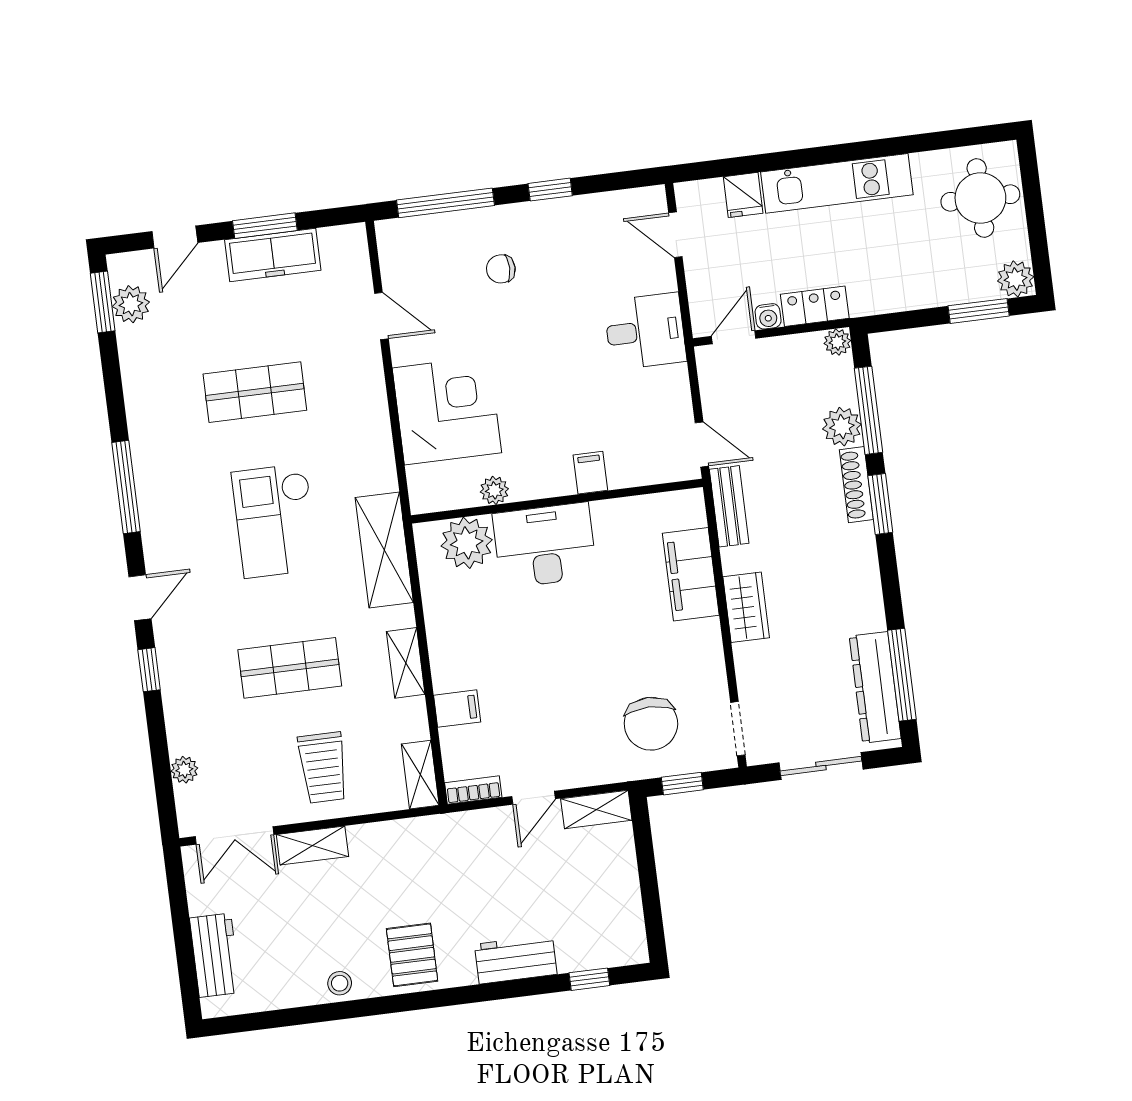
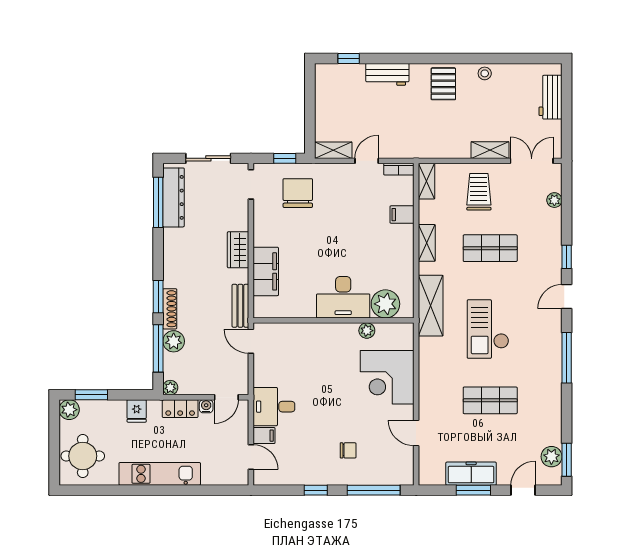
fridge: (743, 195) -> (137, 411), moved, turned 180
filing cabinet: (590, 473) -> (264, 436), moved, turned -90
checkout: (275, 521) -> (488, 329), turned 180

